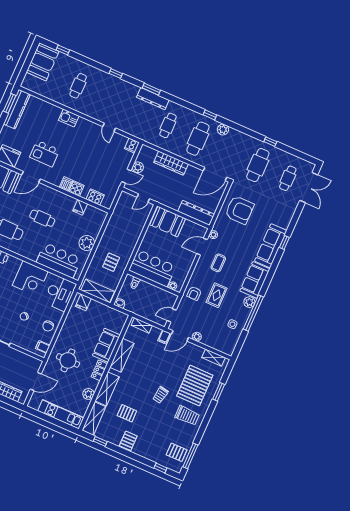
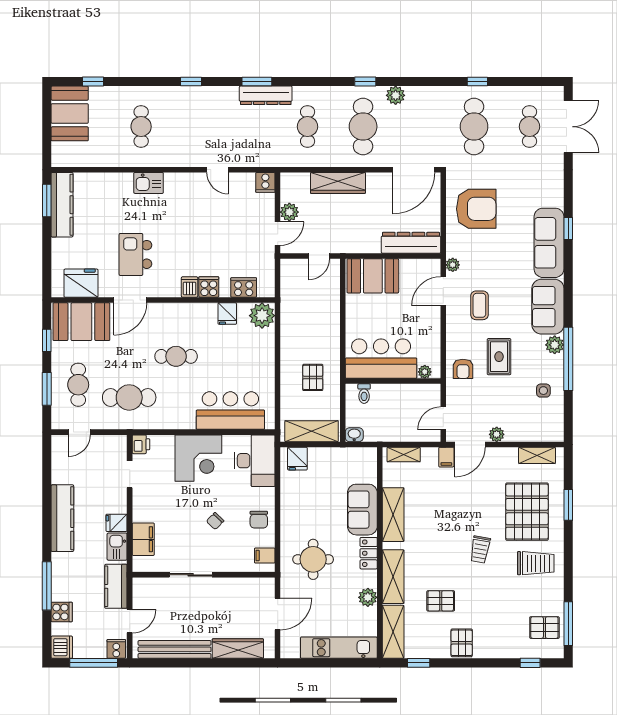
kitchen island: (45, 154) -> (135, 254), turned 90
plant: (87, 243) -> (262, 316), moved

